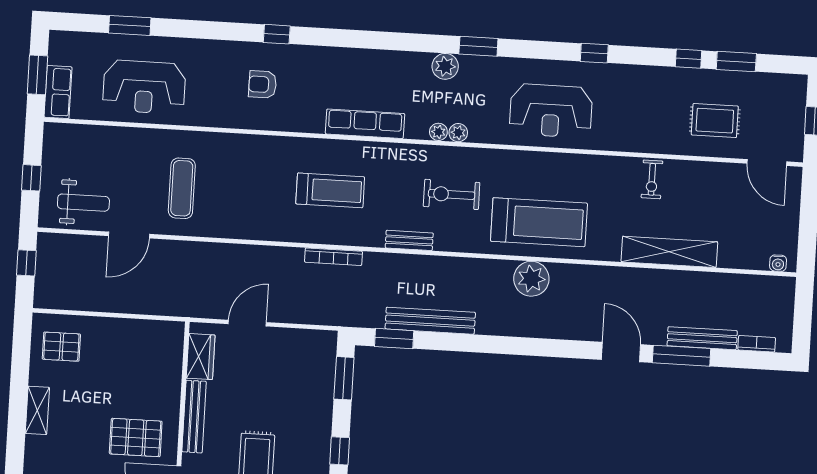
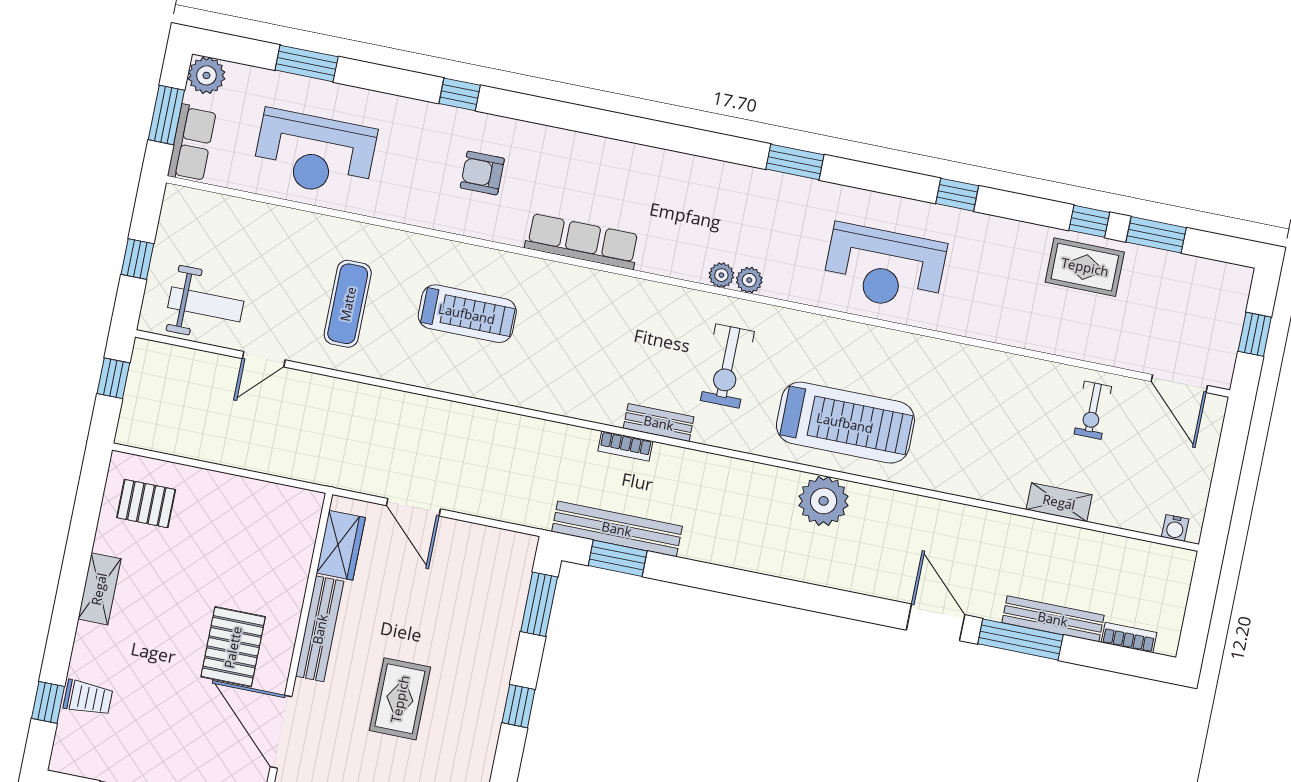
window: (277, 34) -> (460, 94), moved
plant: (445, 66) -> (206, 75), moved
rug: (715, 121) -> (1085, 267), moved
row of seats: (365, 124) -> (582, 241), moved
exercise bike: (652, 179) -> (1093, 410), moved
treadmill: (330, 190) -> (467, 314), moved
exercise bike: (452, 194) -> (727, 366), turned -90
door: (129, 235) -> (264, 359), width x0.73
shelving: (669, 252) -> (1059, 502), width x0.45, depth x0.75
bookcase: (333, 257) -> (625, 446), moved, width x0.64
bench: (430, 321) -> (617, 529), moved
door: (247, 323) -> (413, 507), swing flipped
pallet: (136, 438) -> (233, 647), turned 90

